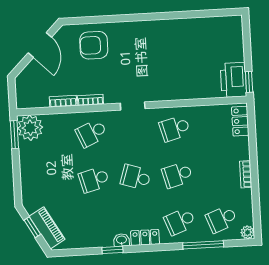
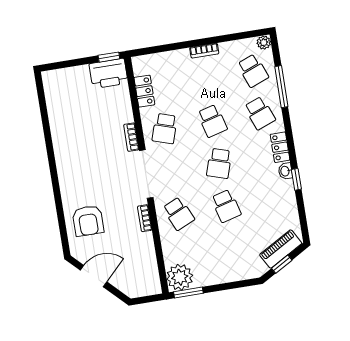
bookcase: (63, 101) -> (131, 137), moved
doorway: (133, 106) -> (146, 174), width x1.88
locker: (240, 121) -> (144, 91), moved, turned -90
school desk: (175, 128) -> (165, 129), turned 33

